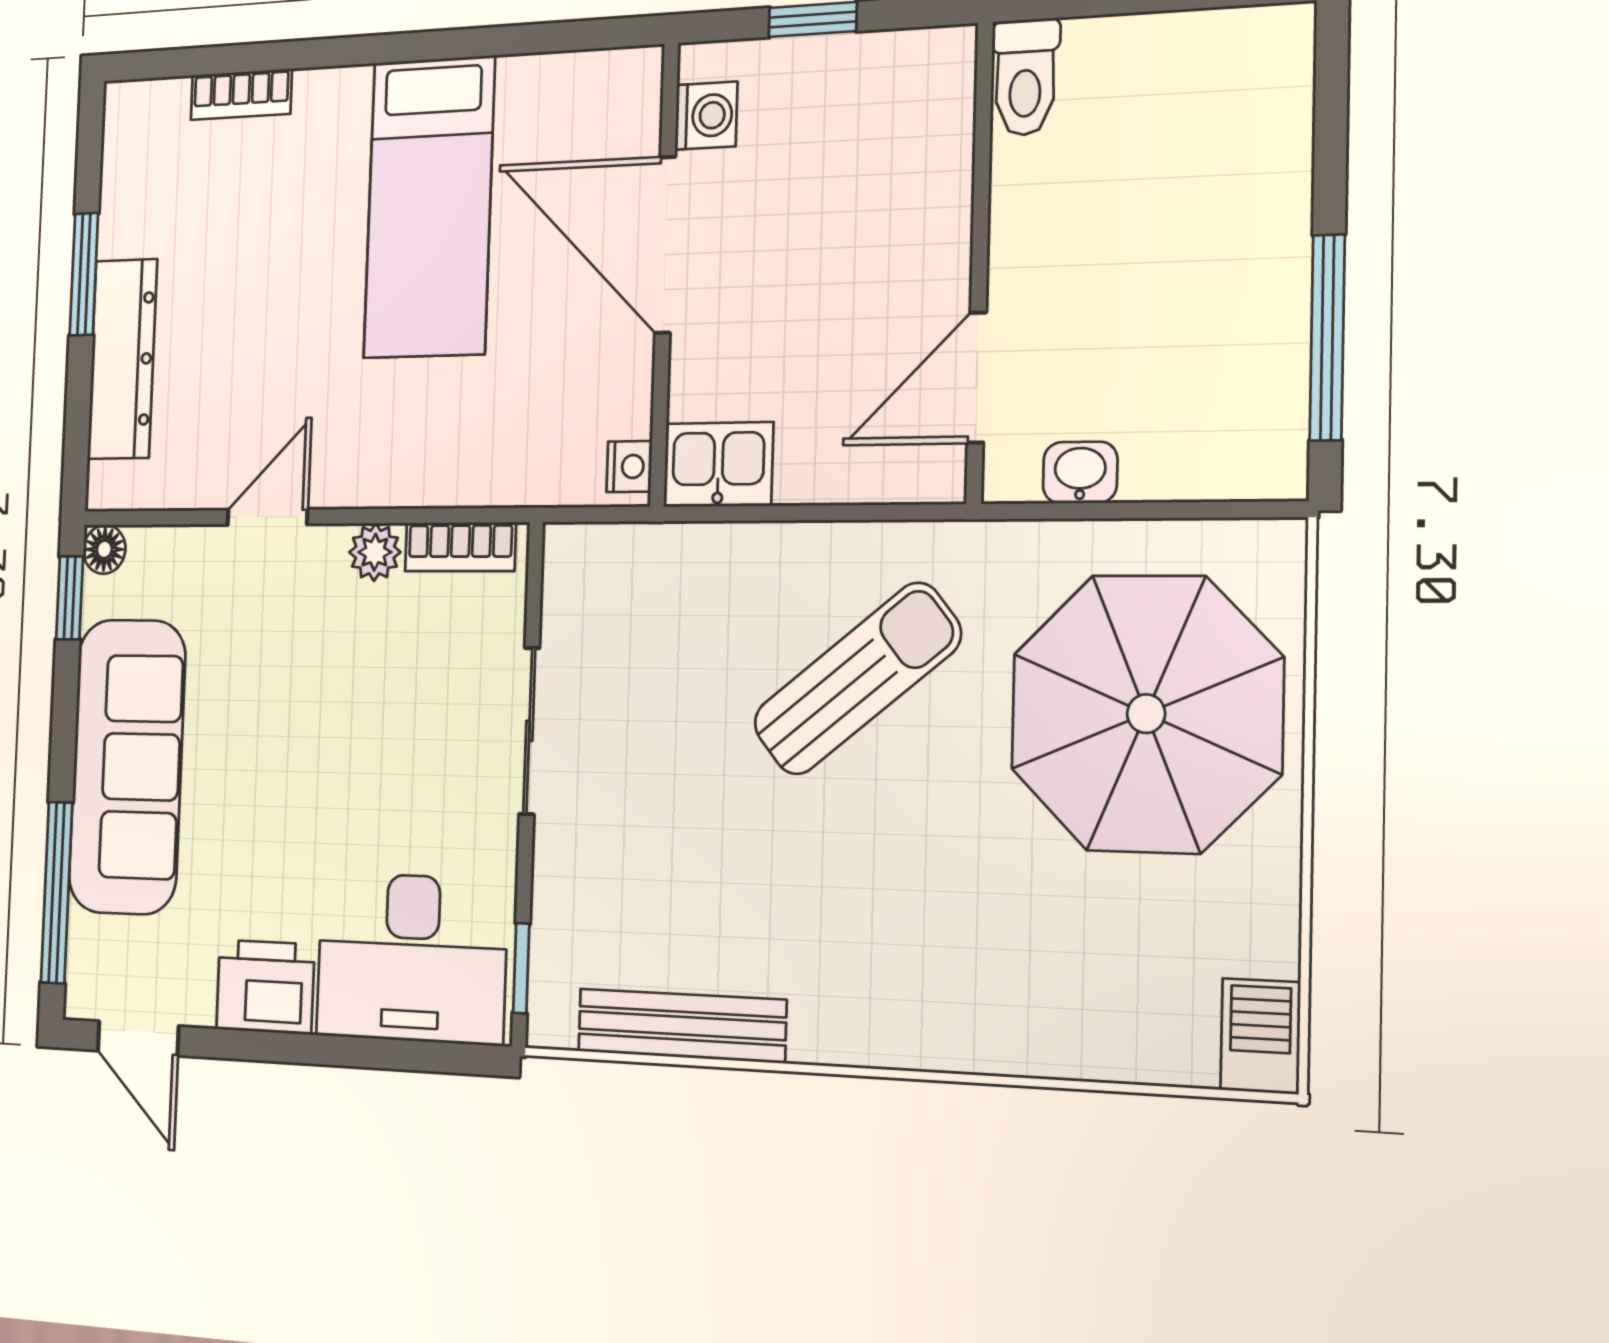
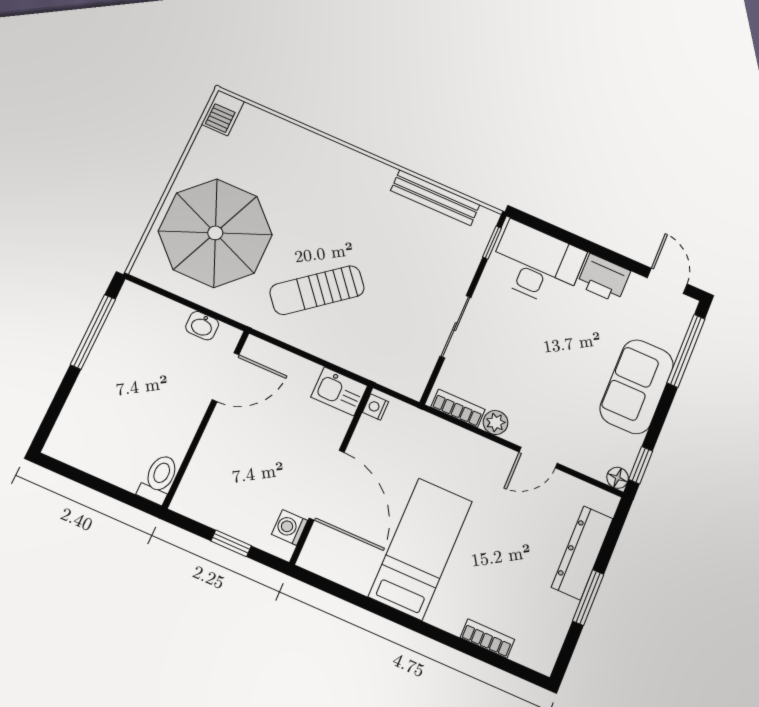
sofa: (127, 766) -> (637, 387), width x0.73

